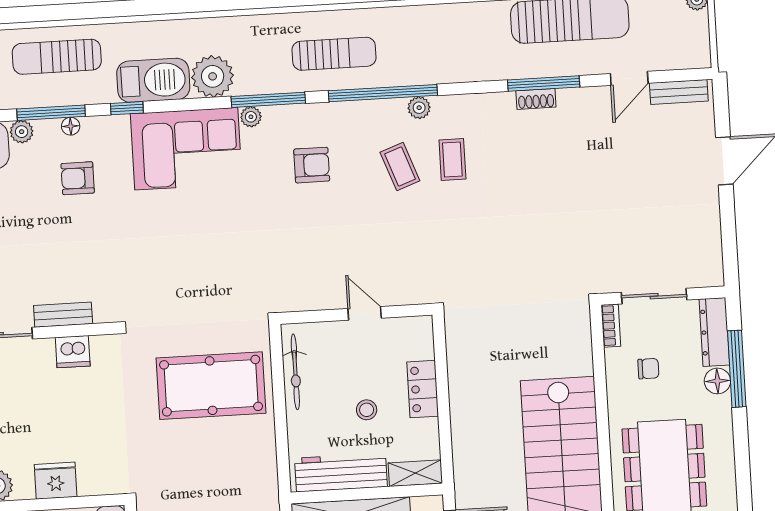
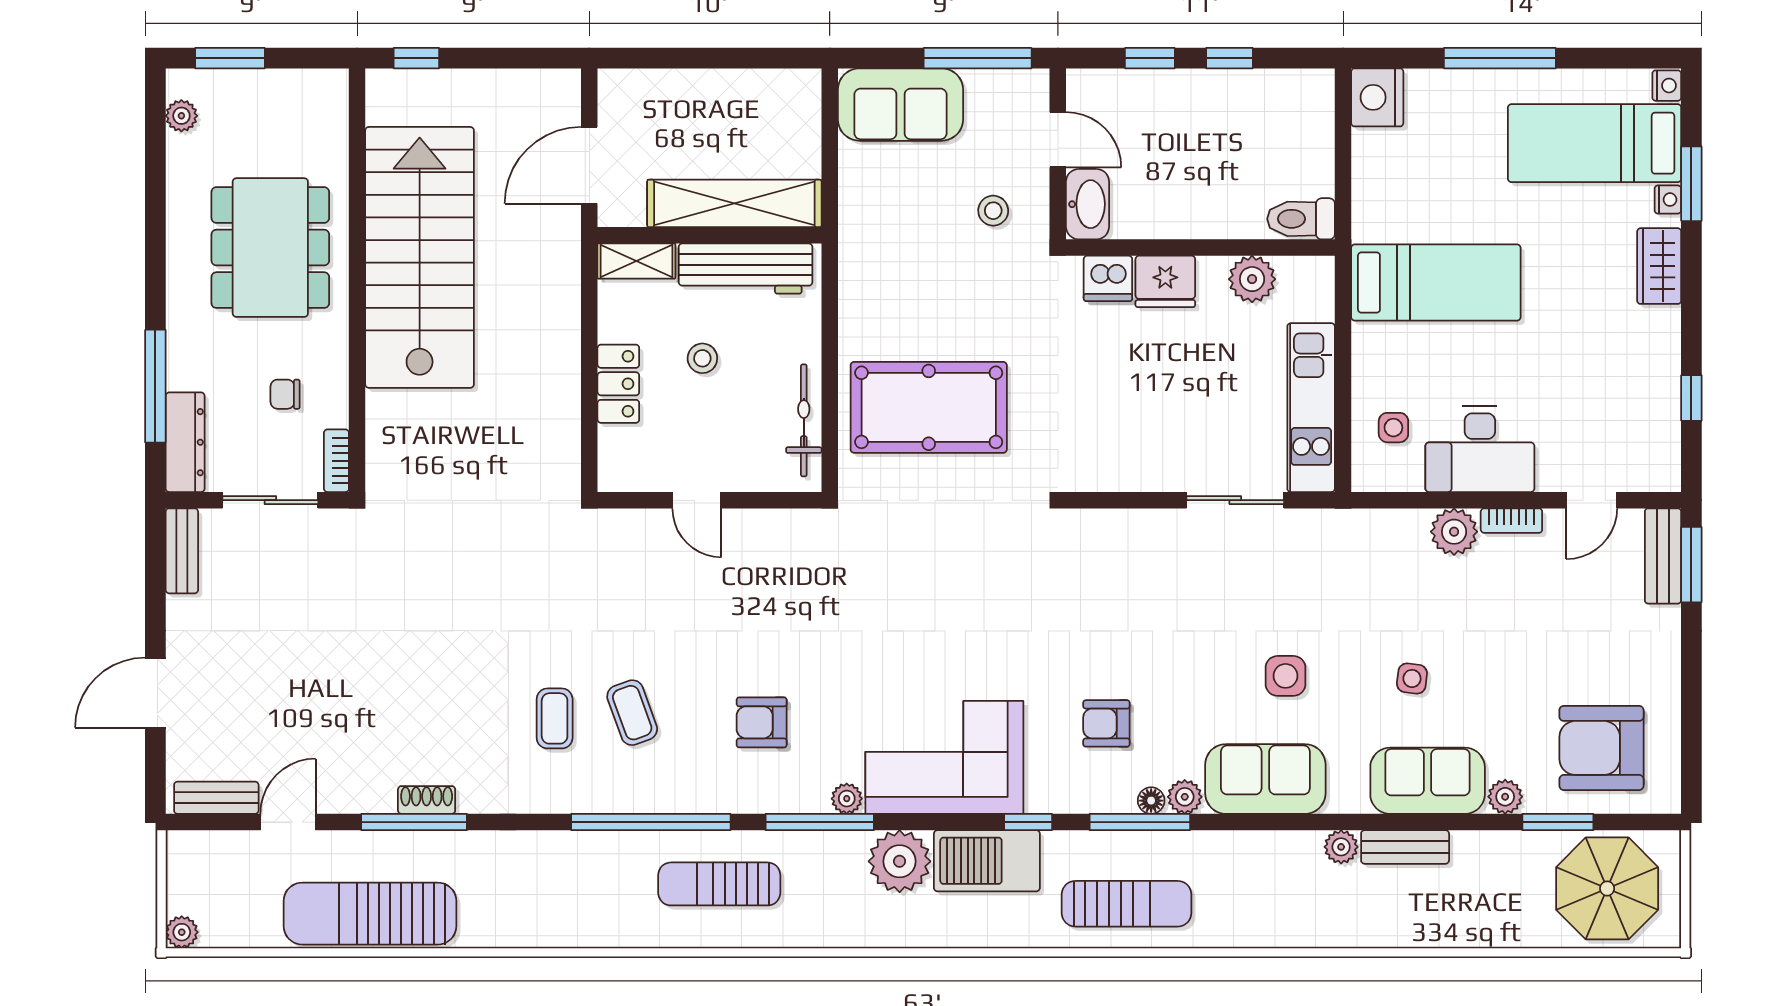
plant: (419, 108) -> (599, 797), removed
floor lamp: (71, 126) -> (1151, 801), moved
armchair: (78, 178) -> (1106, 723), turned 180
bench: (63, 315) -> (182, 551), moved, turned 90
dishwasher: (73, 352) -> (1108, 278), moved, turned 180
floor lamp: (717, 381) -> (185, 370), removed

